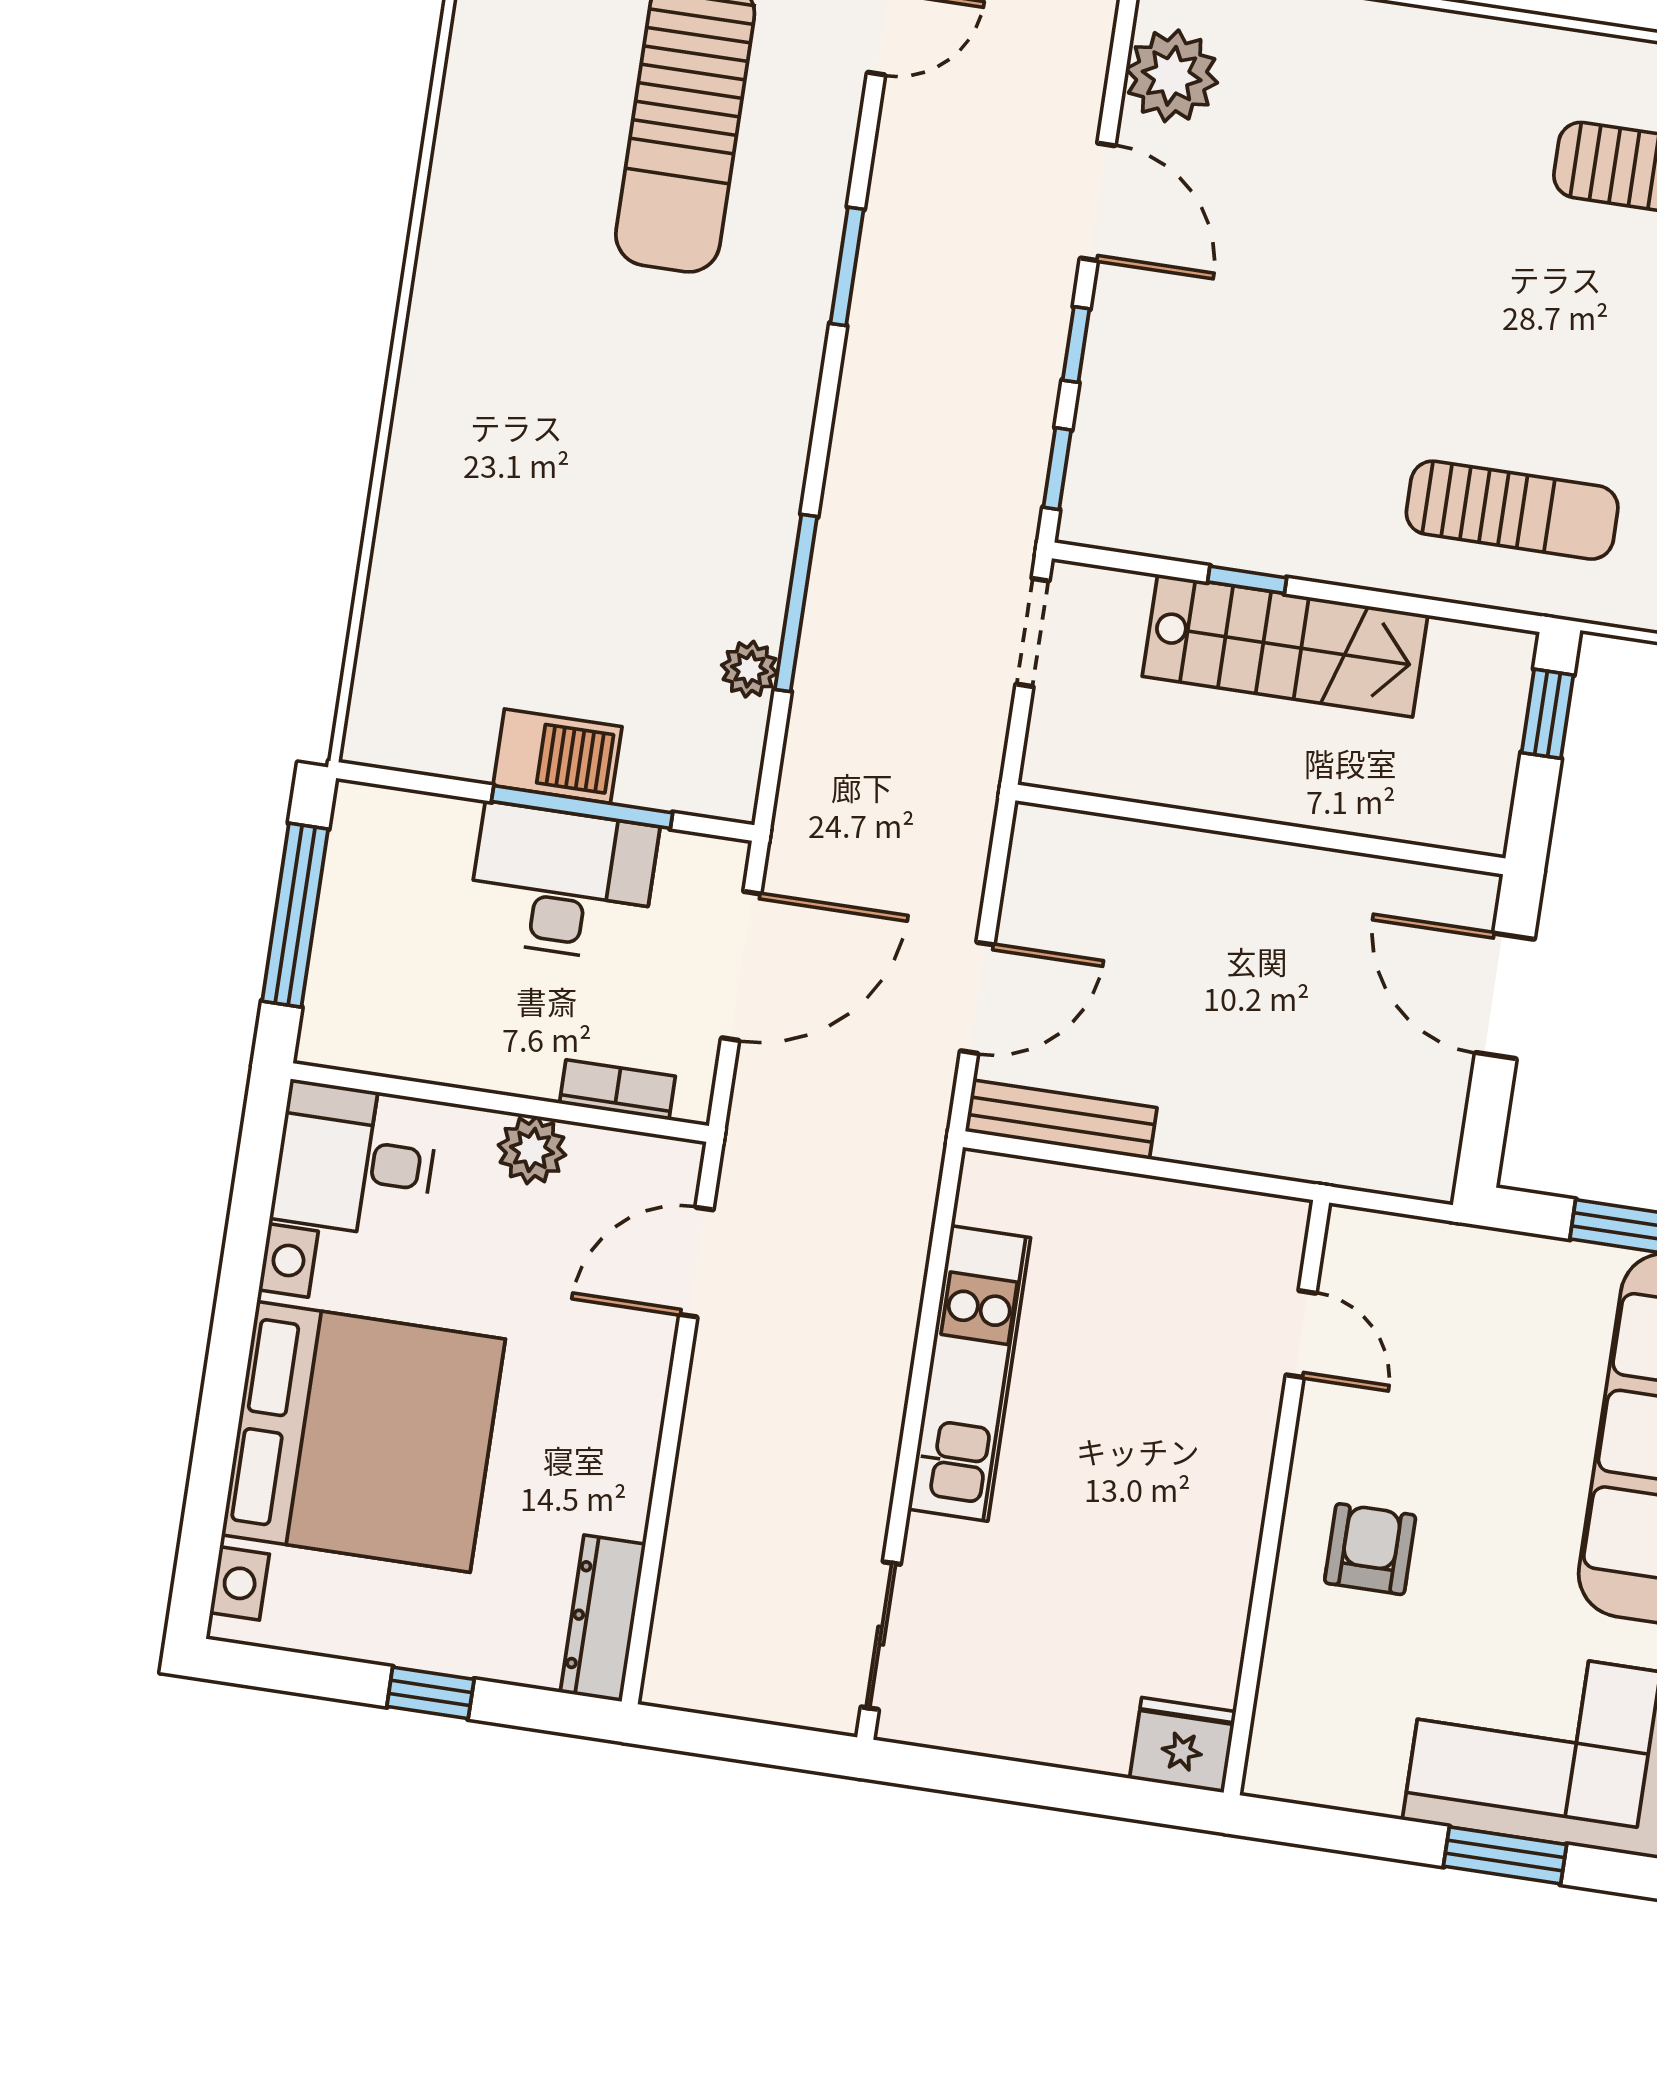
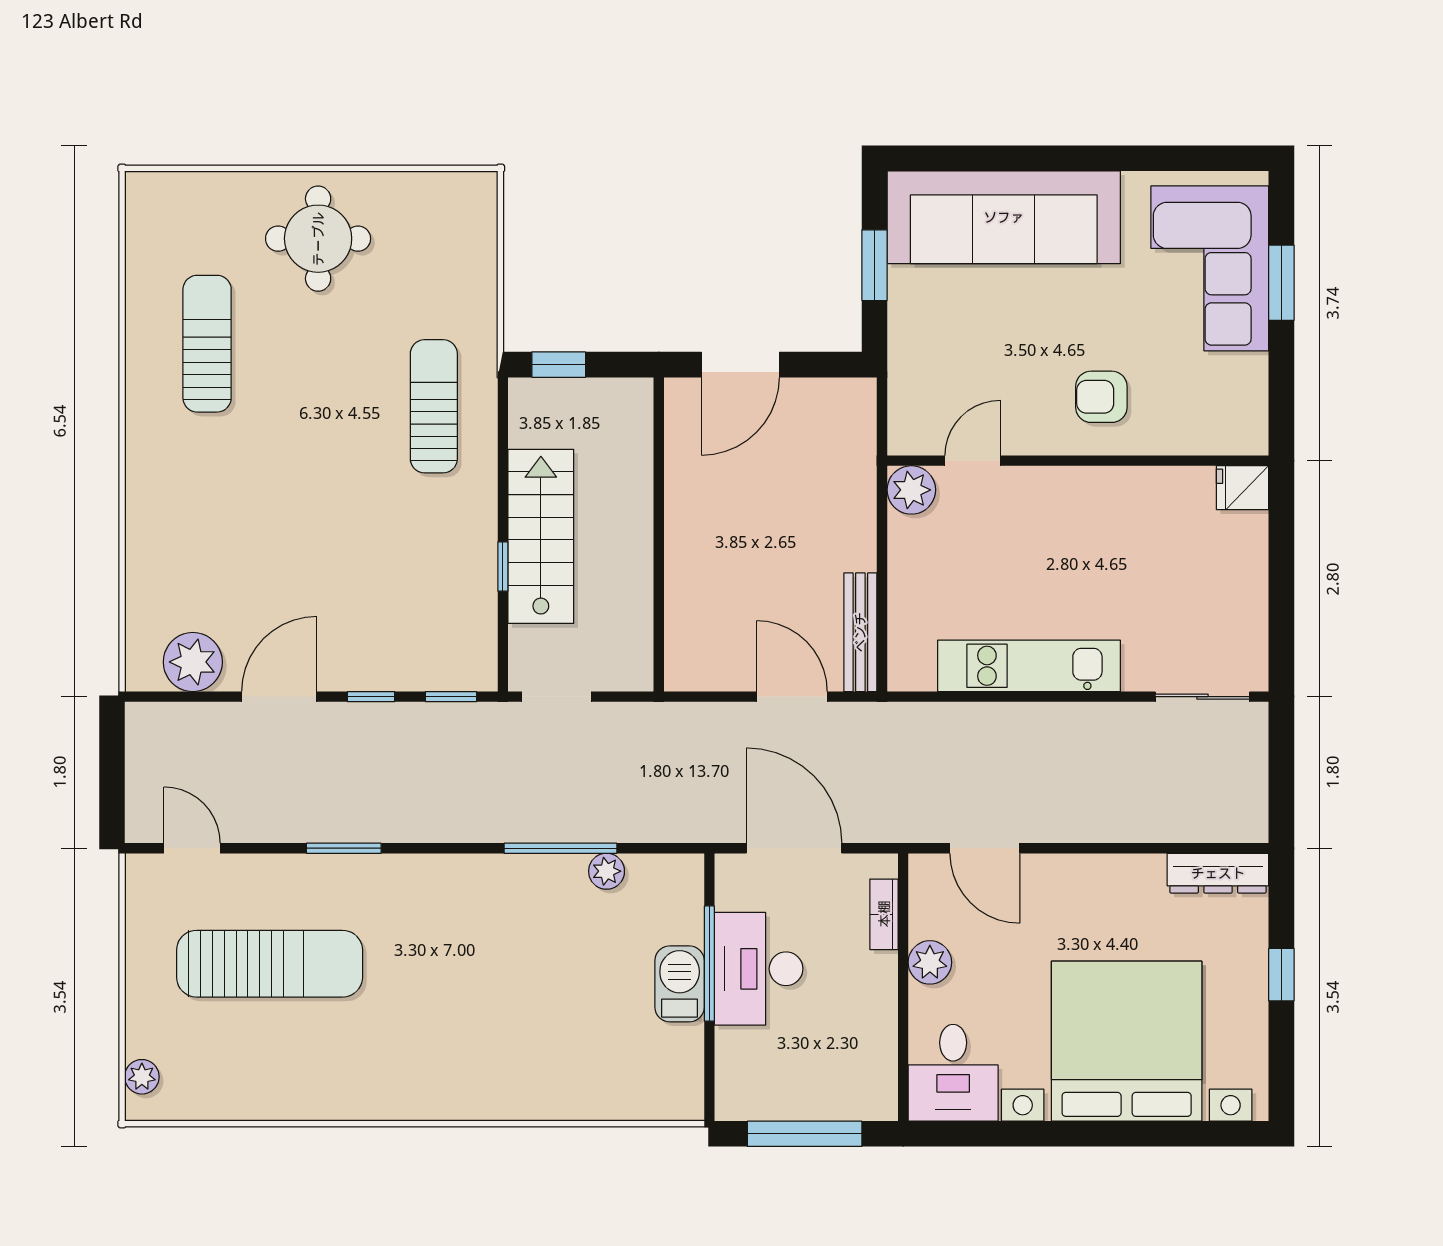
plant: (1270, 1232) -> (911, 490), added
fridge: (1183, 1745) -> (1243, 488), width x0.72

